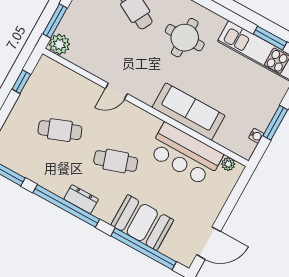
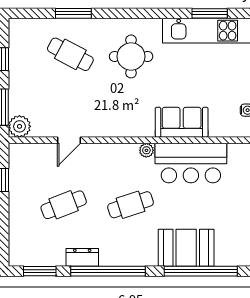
door: (116, 91) -> (69, 140), moved
sofa: (189, 112) -> (182, 122), width x0.73
plant: (228, 164) -> (146, 150), moved
dresser: (81, 199) -> (82, 257), moved

